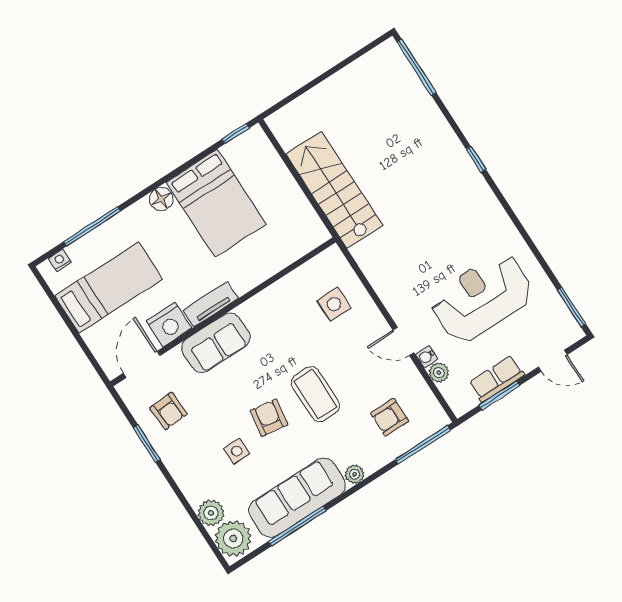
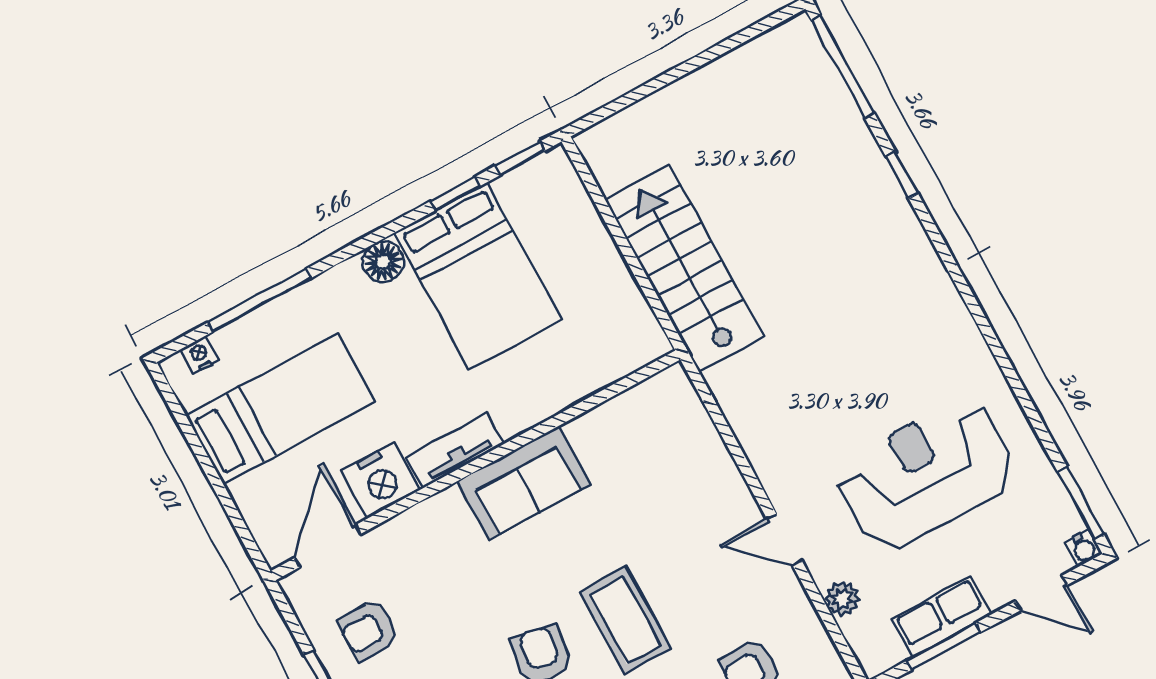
window: (200, 157) -> (455, 194), added
window: (476, 159) -> (902, 175), moved
side table: (334, 304) -> (669, 467), removed
sofa: (216, 343) -> (524, 483), moved
water cooler: (427, 357) -> (1083, 548), moved, turned -90
armchair: (169, 411) -> (368, 630), turned 93

